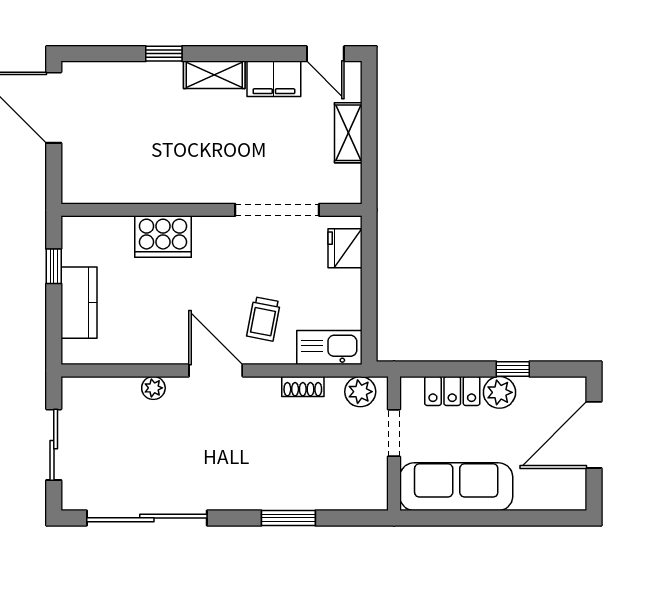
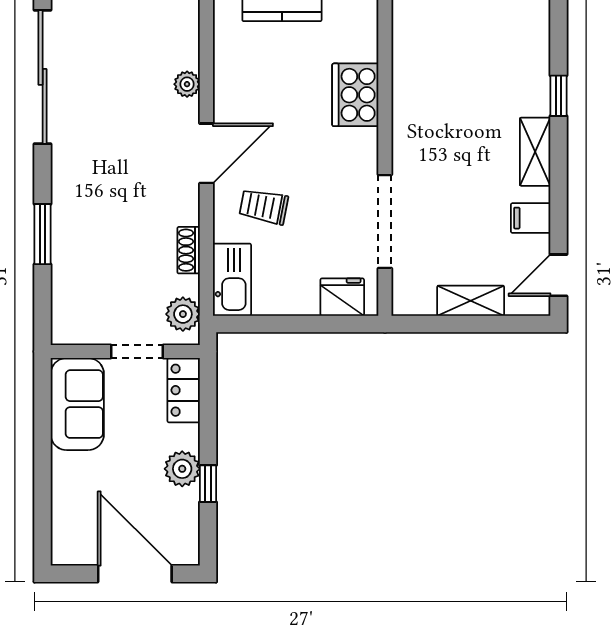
filing cabinet: (274, 79) -> (531, 218), width x0.50
locker: (452, 391) -> (184, 390), moved
sofa: (456, 487) -> (77, 404), width x0.73

